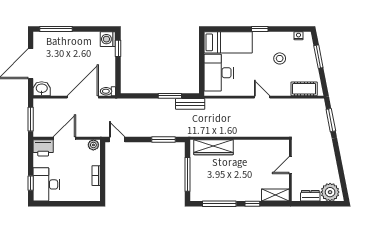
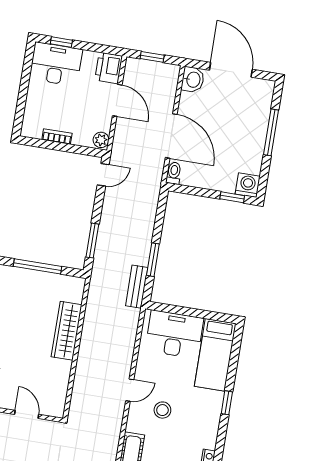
window: (56, 29) -> (271, 132), moved
stool: (280, 58) -> (162, 410), moved
window: (31, 119) -> (152, 57), width x0.67
wardrobe: (214, 147) -> (67, 331), moved

